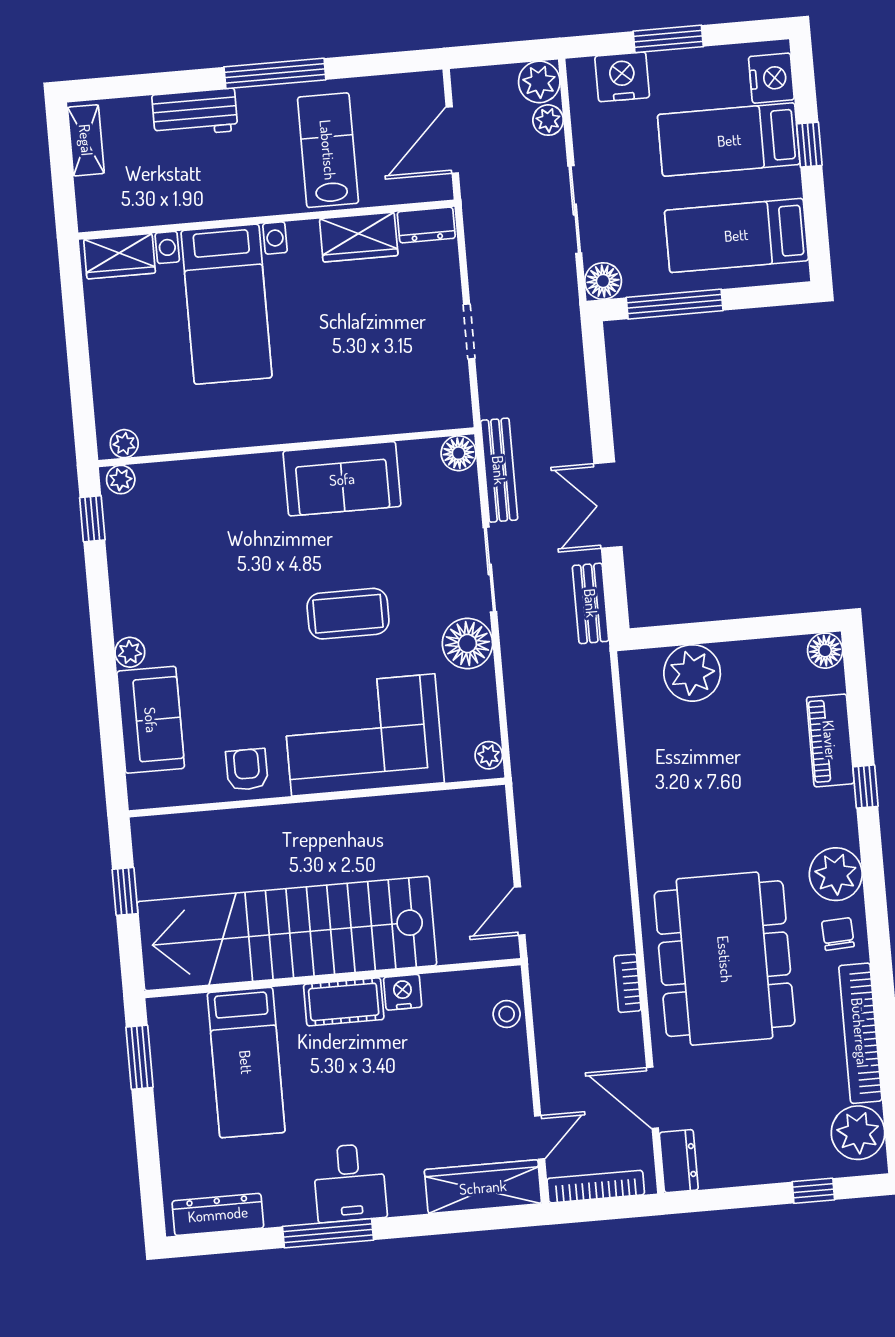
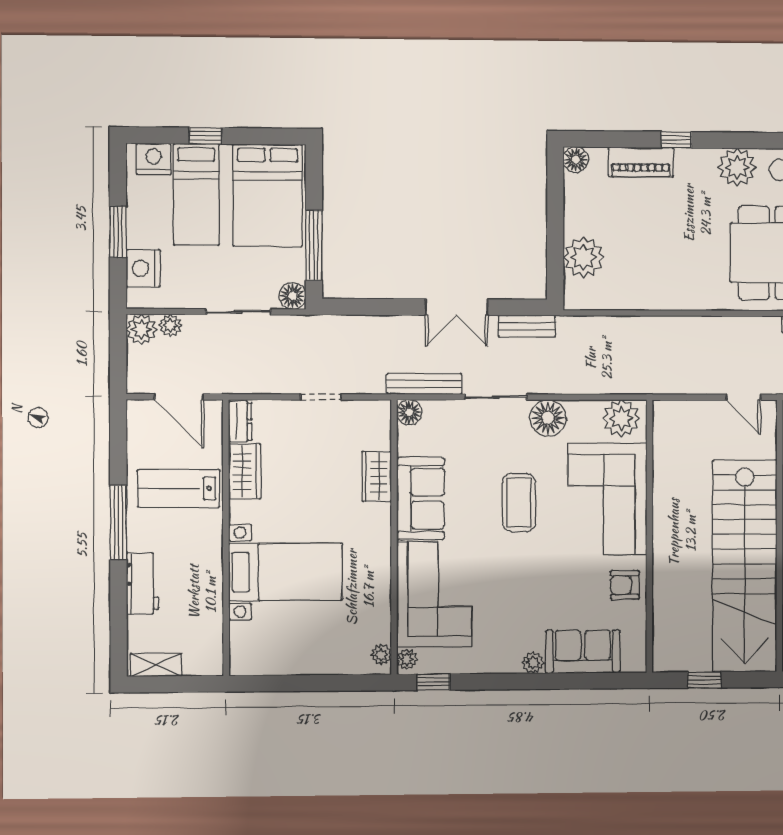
bed: (736, 235) -> (268, 195), width x1.50
wardrobe: (120, 256) -> (377, 476), moved, turned 180
corner sofa: (213, 509) -> (434, 594), added
plant: (489, 755) -> (621, 418), width x1.87, depth x1.87

